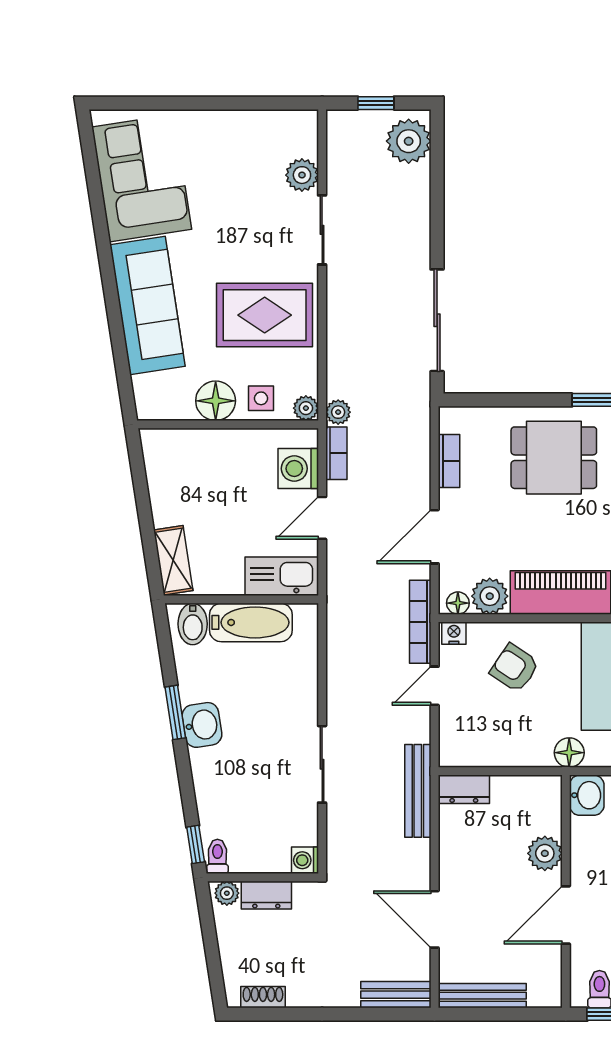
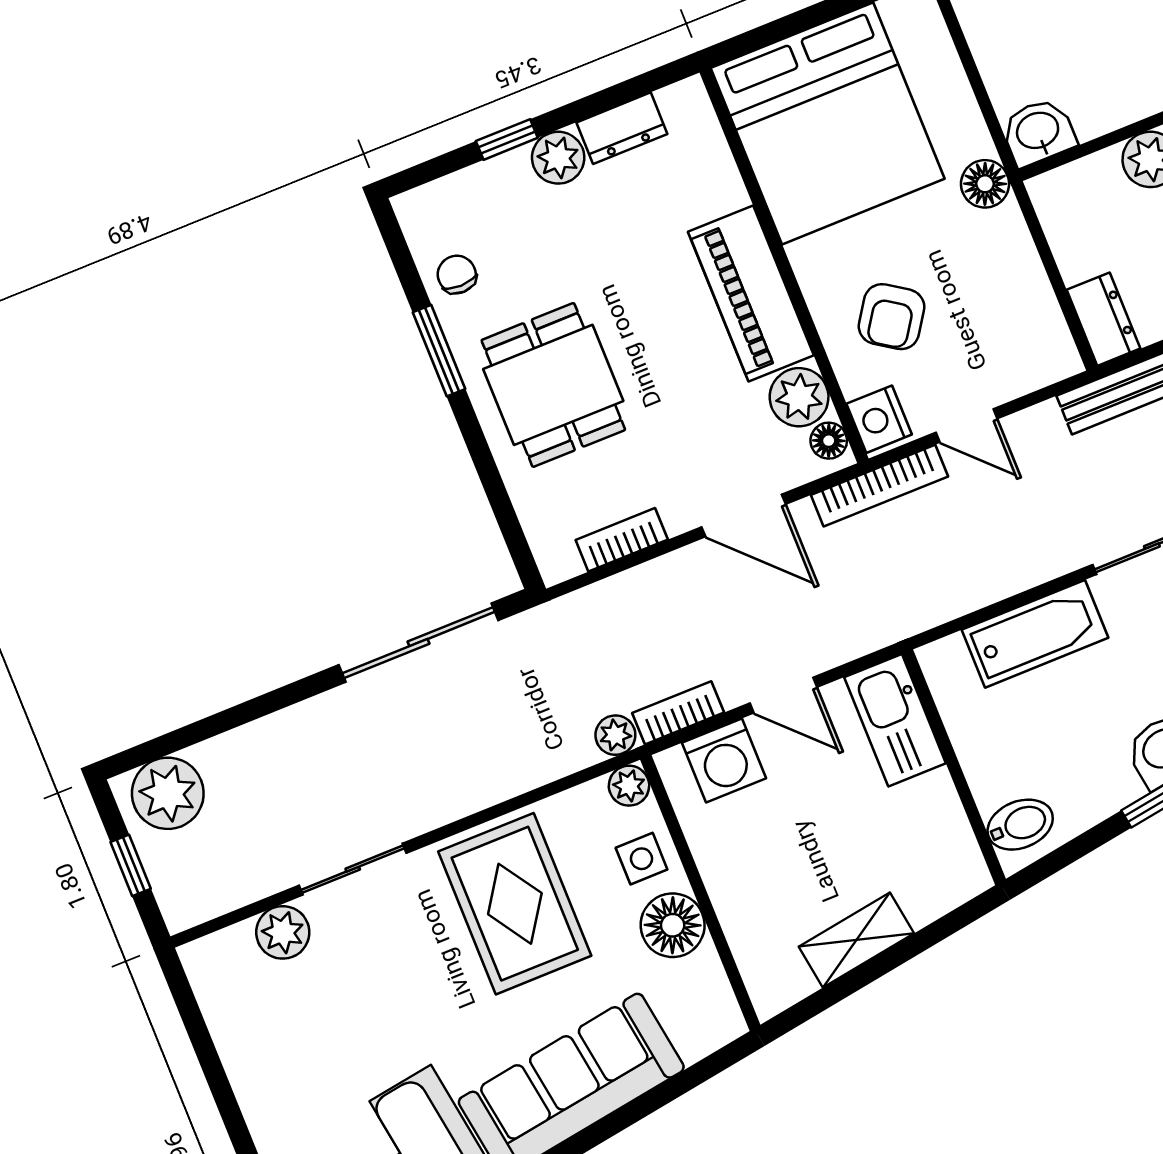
shelving: (173, 560) -> (856, 940), moved
bathtub: (251, 622) -> (1035, 634), moved, turned 90
nightstand: (454, 633) -> (879, 419), width x1.39, depth x1.35

